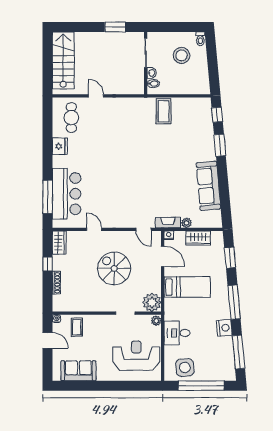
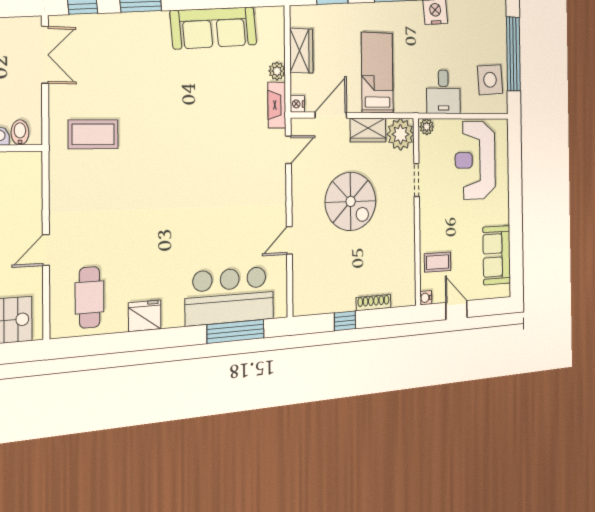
double door: (191, 96) -> (45, 55), added
coffee table: (164, 111) -> (93, 134), moved
cafe table: (71, 118) -> (90, 297), turned 90
wardrobe: (59, 243) -> (368, 130), moved, turned 180
spiral stairs: (114, 268) -> (351, 201), turned -90
door: (48, 340) -> (457, 310), hinge flipped

